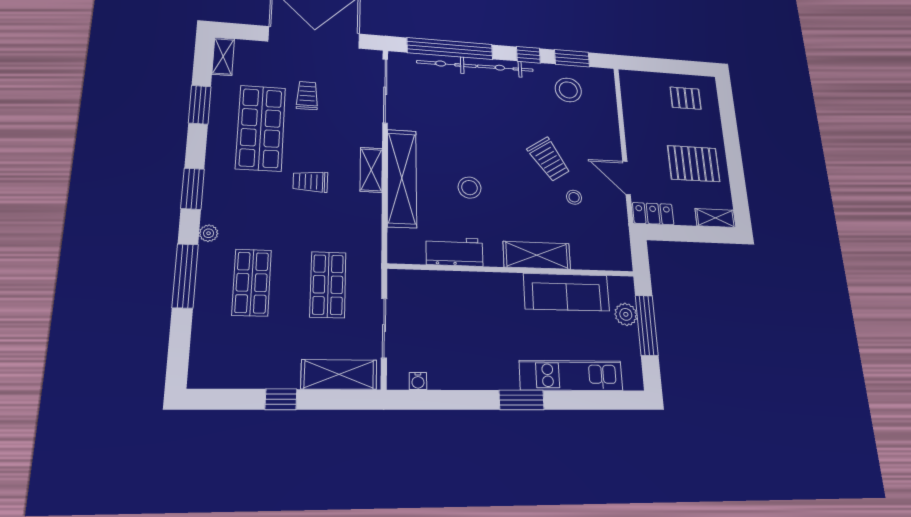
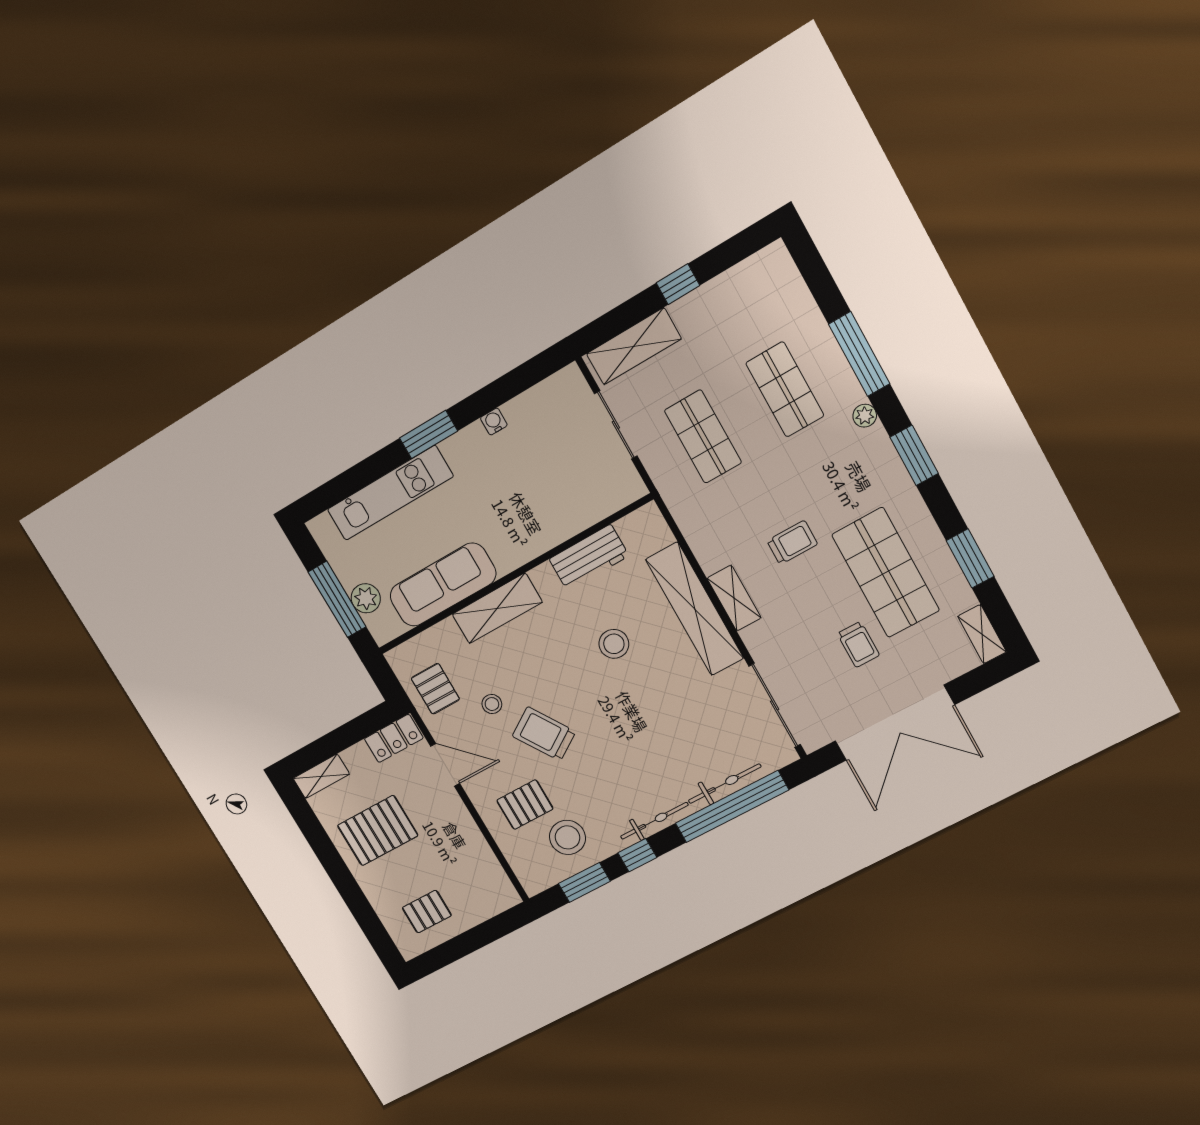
pallet: (586, 124) -> (525, 805), added
pallet: (608, 228) -> (435, 689), added
water cooler: (418, 381) -> (494, 422), moved

